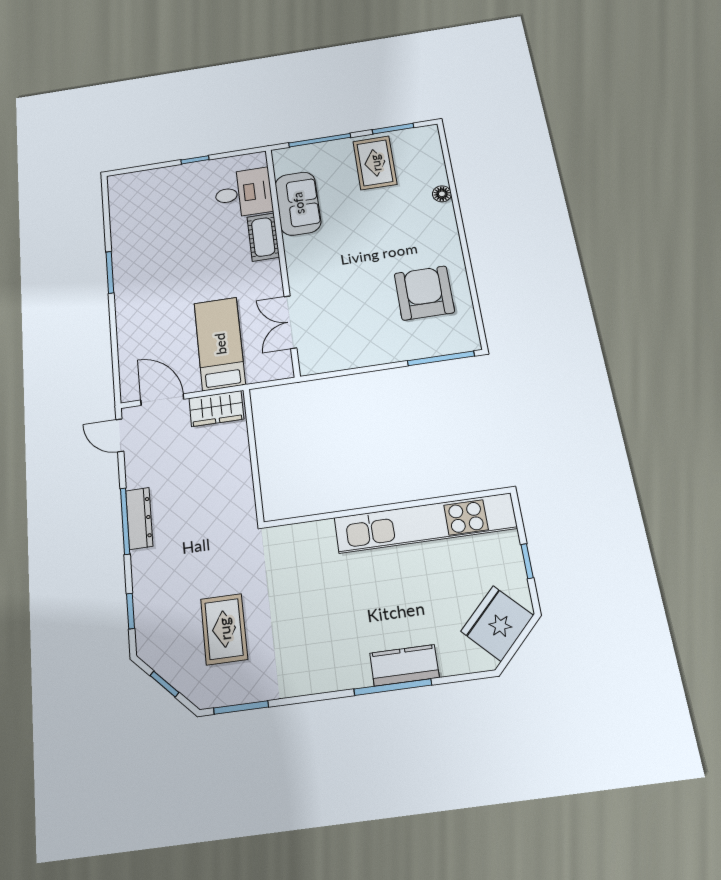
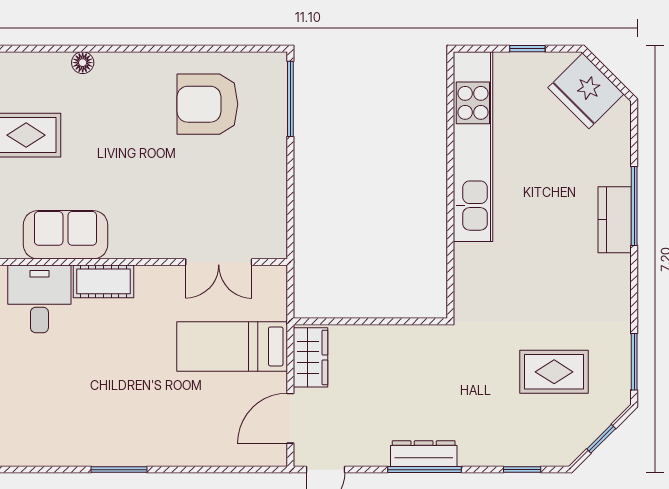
kitchen counter: (404, 665) -> (615, 220), moved

